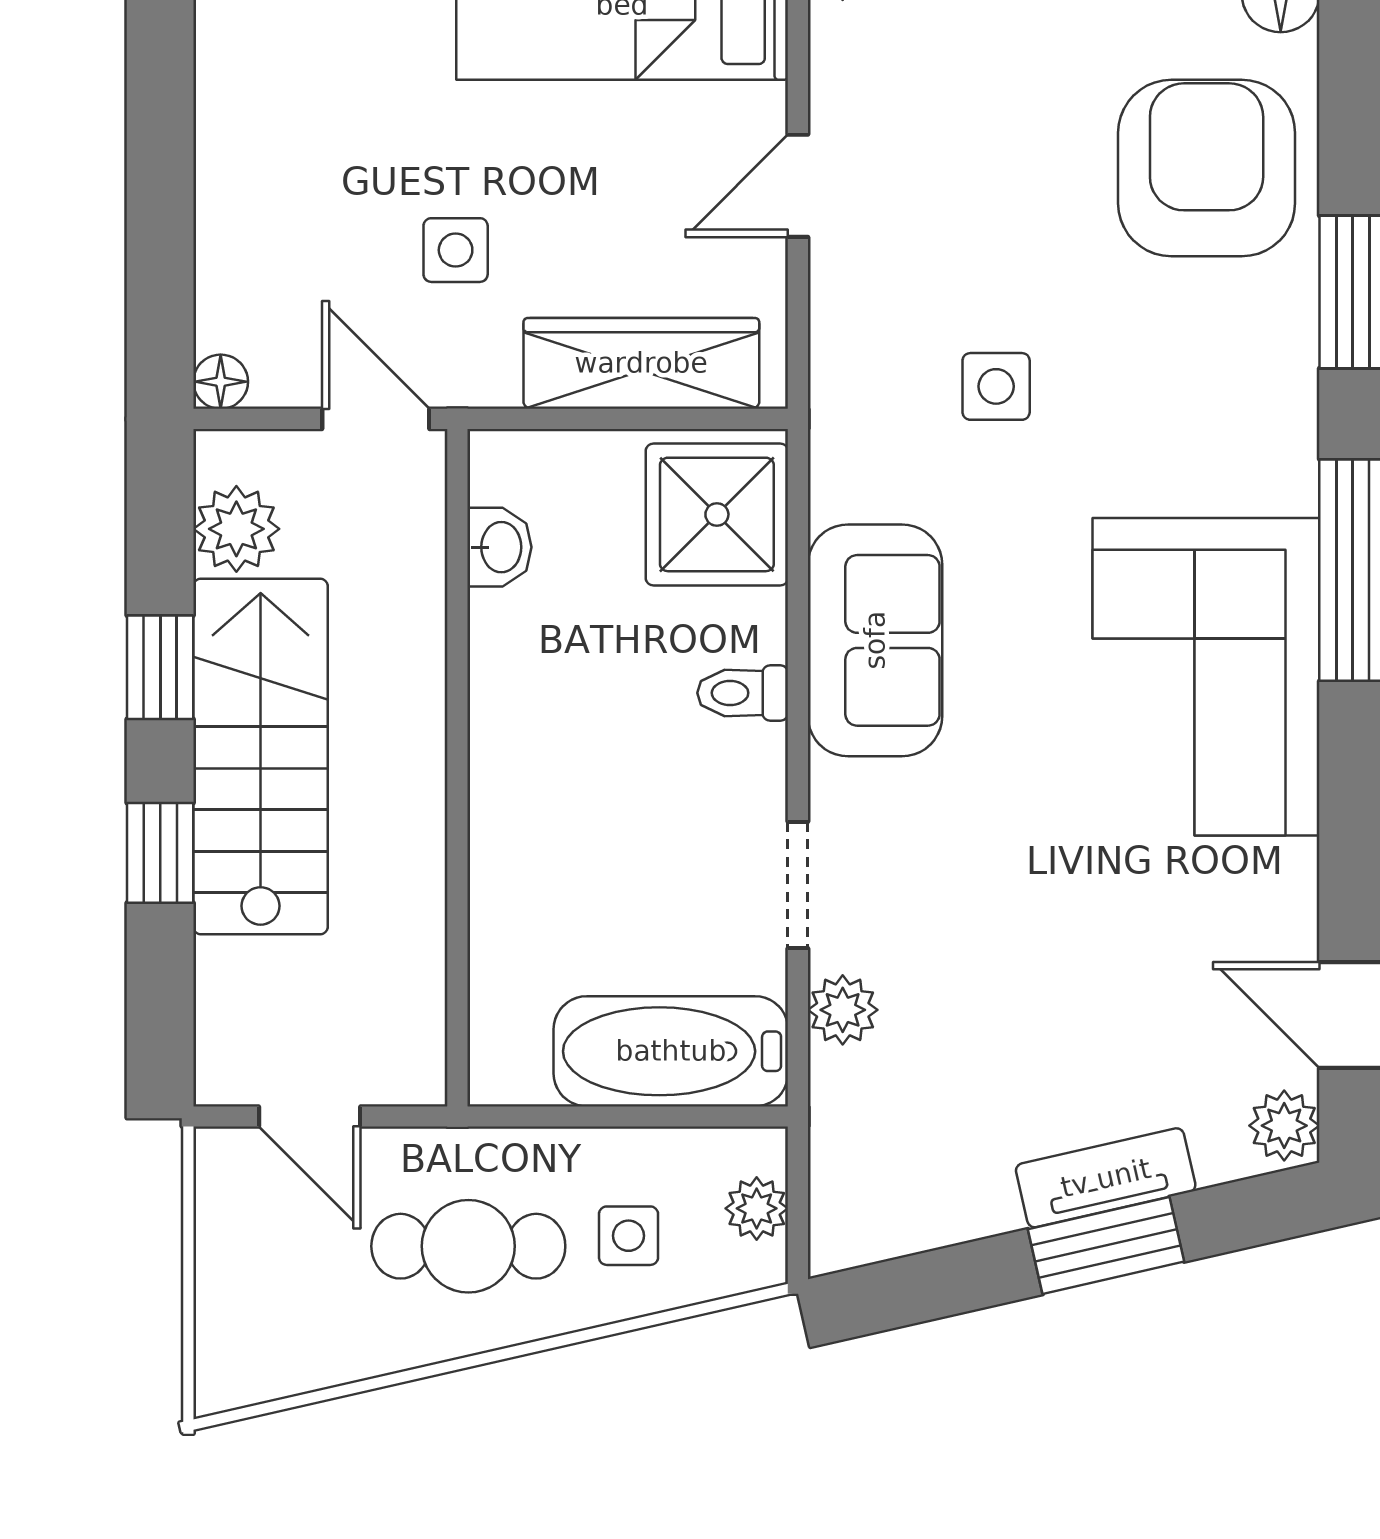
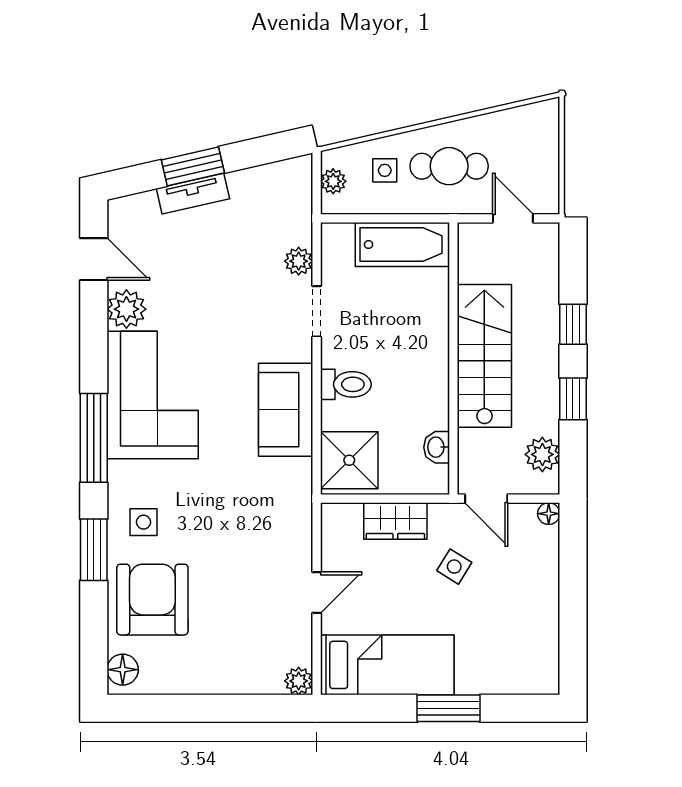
armchair: (1207, 168) -> (152, 600), turned 180
side table: (456, 250) -> (454, 567), turned 32
wardrobe: (641, 363) -> (395, 521), width x0.67
side table: (996, 386) -> (144, 522), moved
toilet: (743, 693) -> (346, 384), width x1.37, depth x1.39
stairs: (261, 757) -> (484, 356), moved, turned 180
bathtub: (671, 1051) -> (402, 245), moved
plant: (1284, 1126) -> (126, 309), moved, width x1.38, depth x1.38

